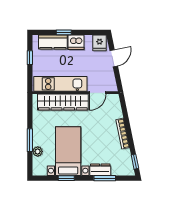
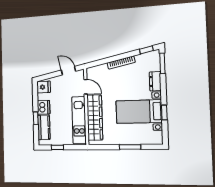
door: (114, 58) -> (68, 71), moved
plant: (38, 151) -> (140, 140), removed
window: (105, 178) -> (162, 63), moved

